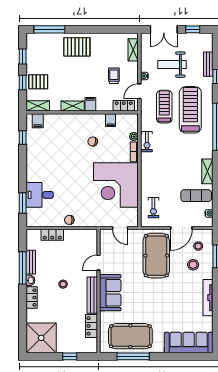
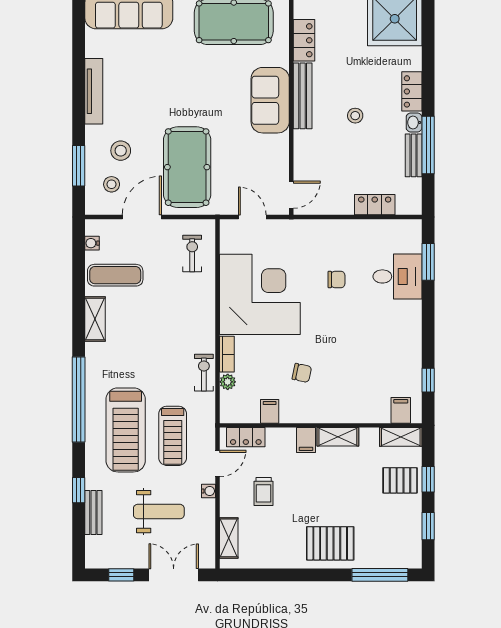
chair: (69, 220) -> (336, 279), moved
door: (99, 263) -> (291, 195), moved

